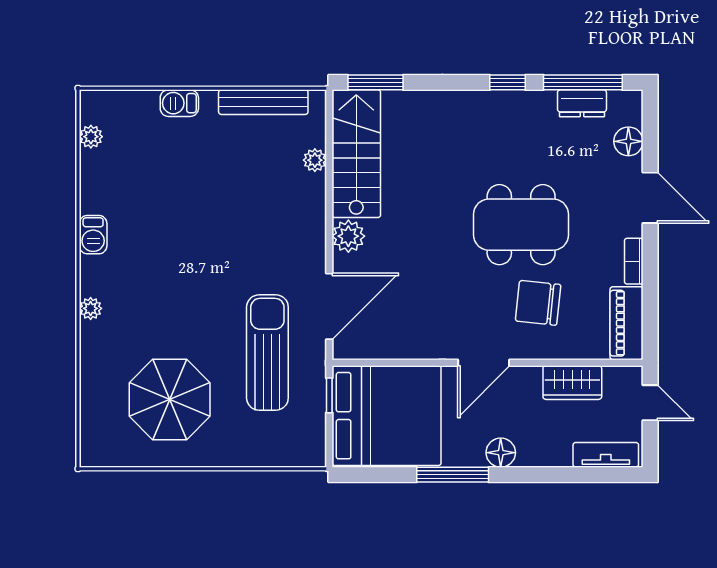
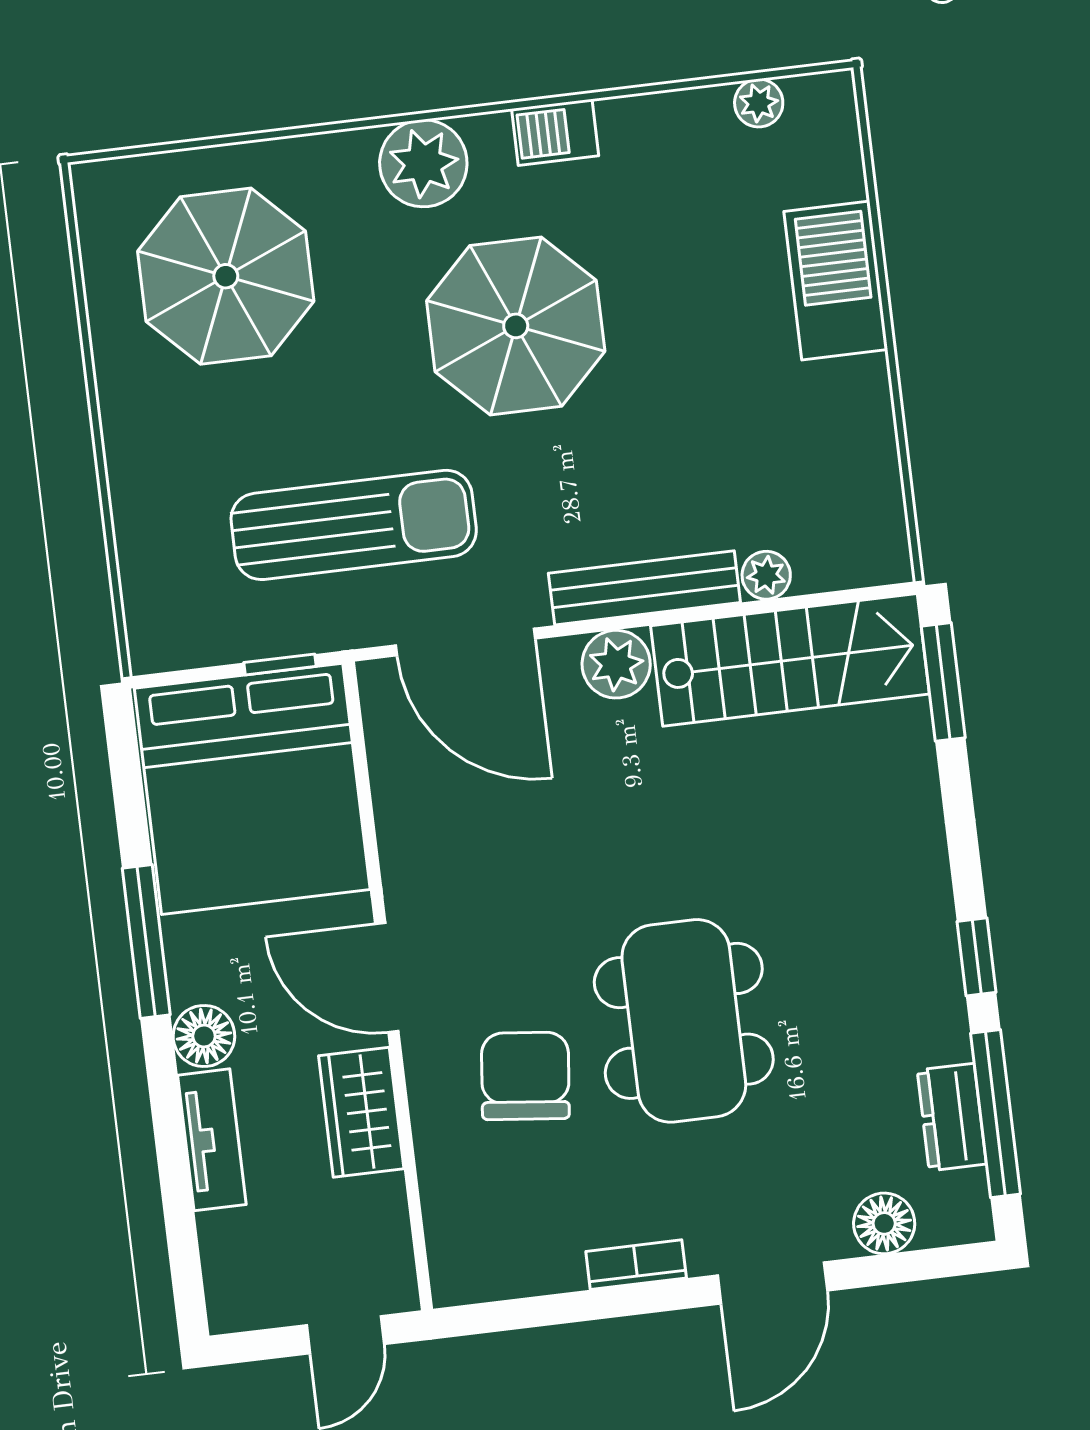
bench: (263, 102) -> (644, 588), moved, turned 90
barbecue: (179, 103) -> (836, 281), width x1.88, depth x1.53
parasol: (182, 264) -> (516, 326), added
plant: (91, 308) -> (423, 163), width x1.88, depth x1.88
piano: (627, 323) -> (505, 1265), removed
wardrobe: (572, 383) -> (361, 1112), moved
parasol: (170, 399) -> (226, 276), moved
tv unit: (606, 455) -> (212, 1140), moved

